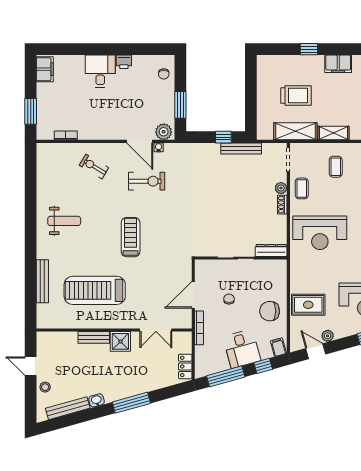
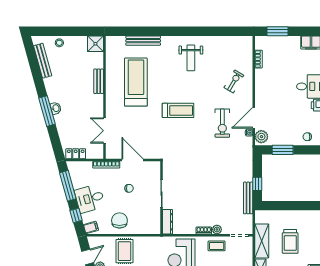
shower: (120, 341) -> (95, 44), moved
door: (31, 366) -> (76, 31), removed
washbasin: (97, 400) -> (56, 108), moved

